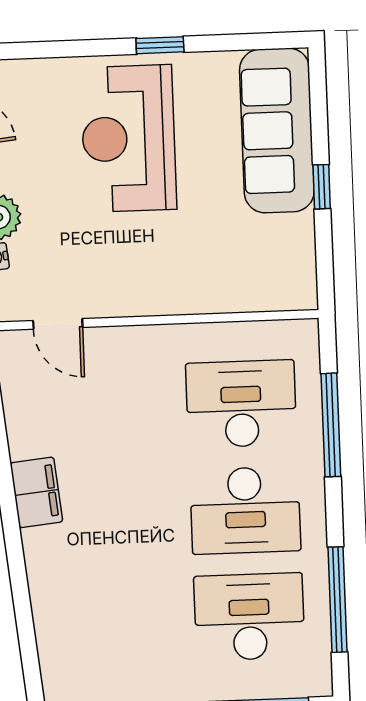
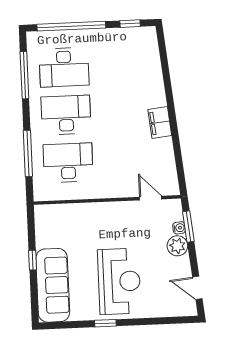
desk: (241, 404) -> (68, 163), turned 180

